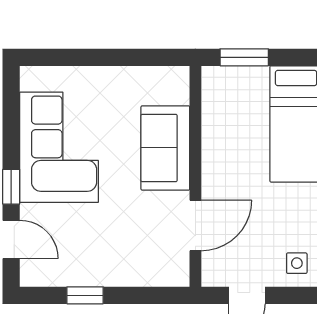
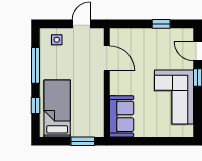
sofa: (165, 148) -> (122, 116), moved
door: (195, 225) -> (107, 58), swing flipped

